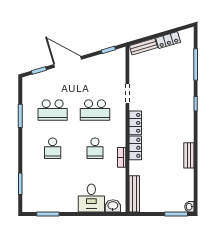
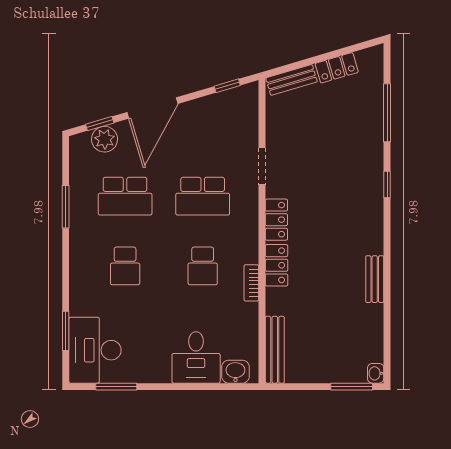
door: (68, 62) -> (152, 108), swing flipped
plant: (41, 79) -> (104, 139), added
desk: (36, 194) -> (95, 350), added

